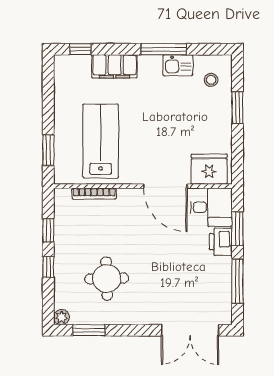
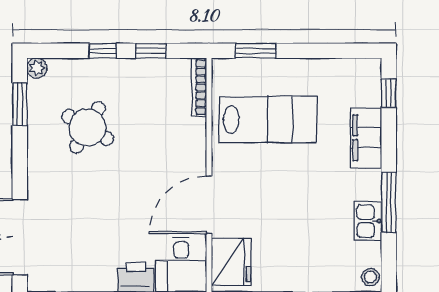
stool: (211, 80) -> (370, 277), moved
bookcase: (94, 194) -> (199, 87), moved
round table: (107, 279) -> (87, 127), turned 32

